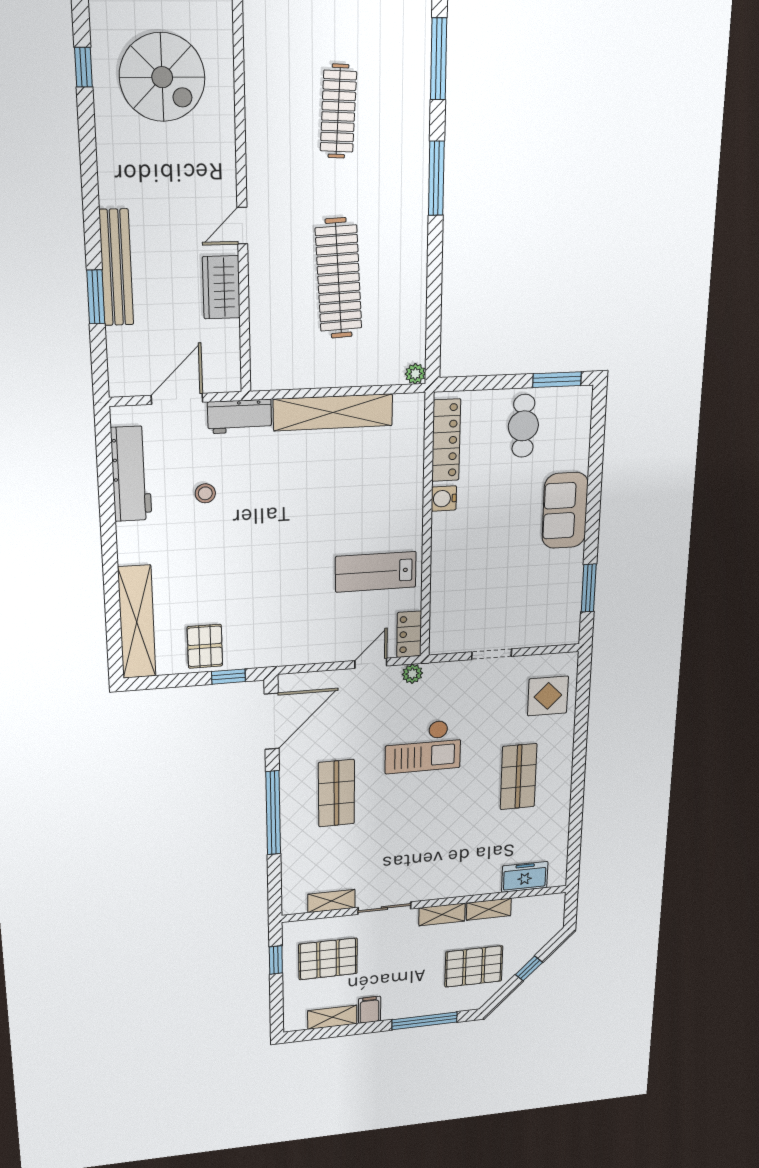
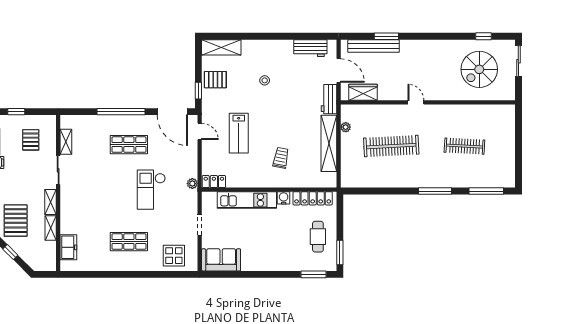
bench: (116, 268) -> (373, 46), moved
wardrobe: (221, 287) -> (363, 92), moved
plant: (415, 374) -> (346, 127), moved
cafe table: (523, 426) -> (318, 237), turned 90
workbench: (131, 474) -> (310, 48), width x0.73
stool: (205, 493) -> (265, 80), moved
trolley: (363, 508) -> (281, 158), added
sofa: (565, 510) -> (221, 260), moved
kitchen unit: (447, 570) -> (247, 200), added
lab bench: (376, 572) -> (239, 133), moved, turned 180
window: (589, 588) -> (313, 274), moved
shelving: (137, 622) -> (221, 47), width x0.68
door: (371, 663) -> (200, 131), moved
pallet: (328, 959) -> (31, 140), width x0.67, depth x0.71
window: (276, 960) -> (16, 112), moved

